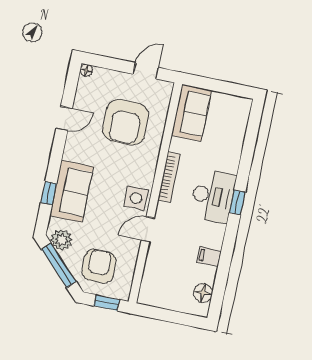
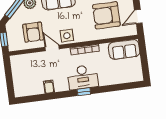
door: (146, 71) -> (138, 17), swing flipped
armchair: (99, 266) -> (33, 32), moved, turned 90
floor lamp: (203, 293) -> (28, 90), removed

